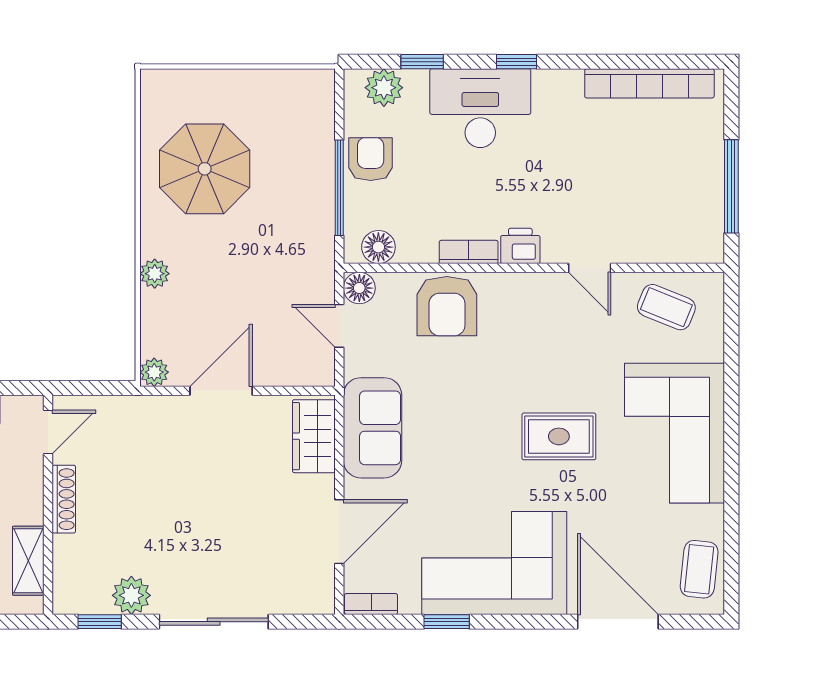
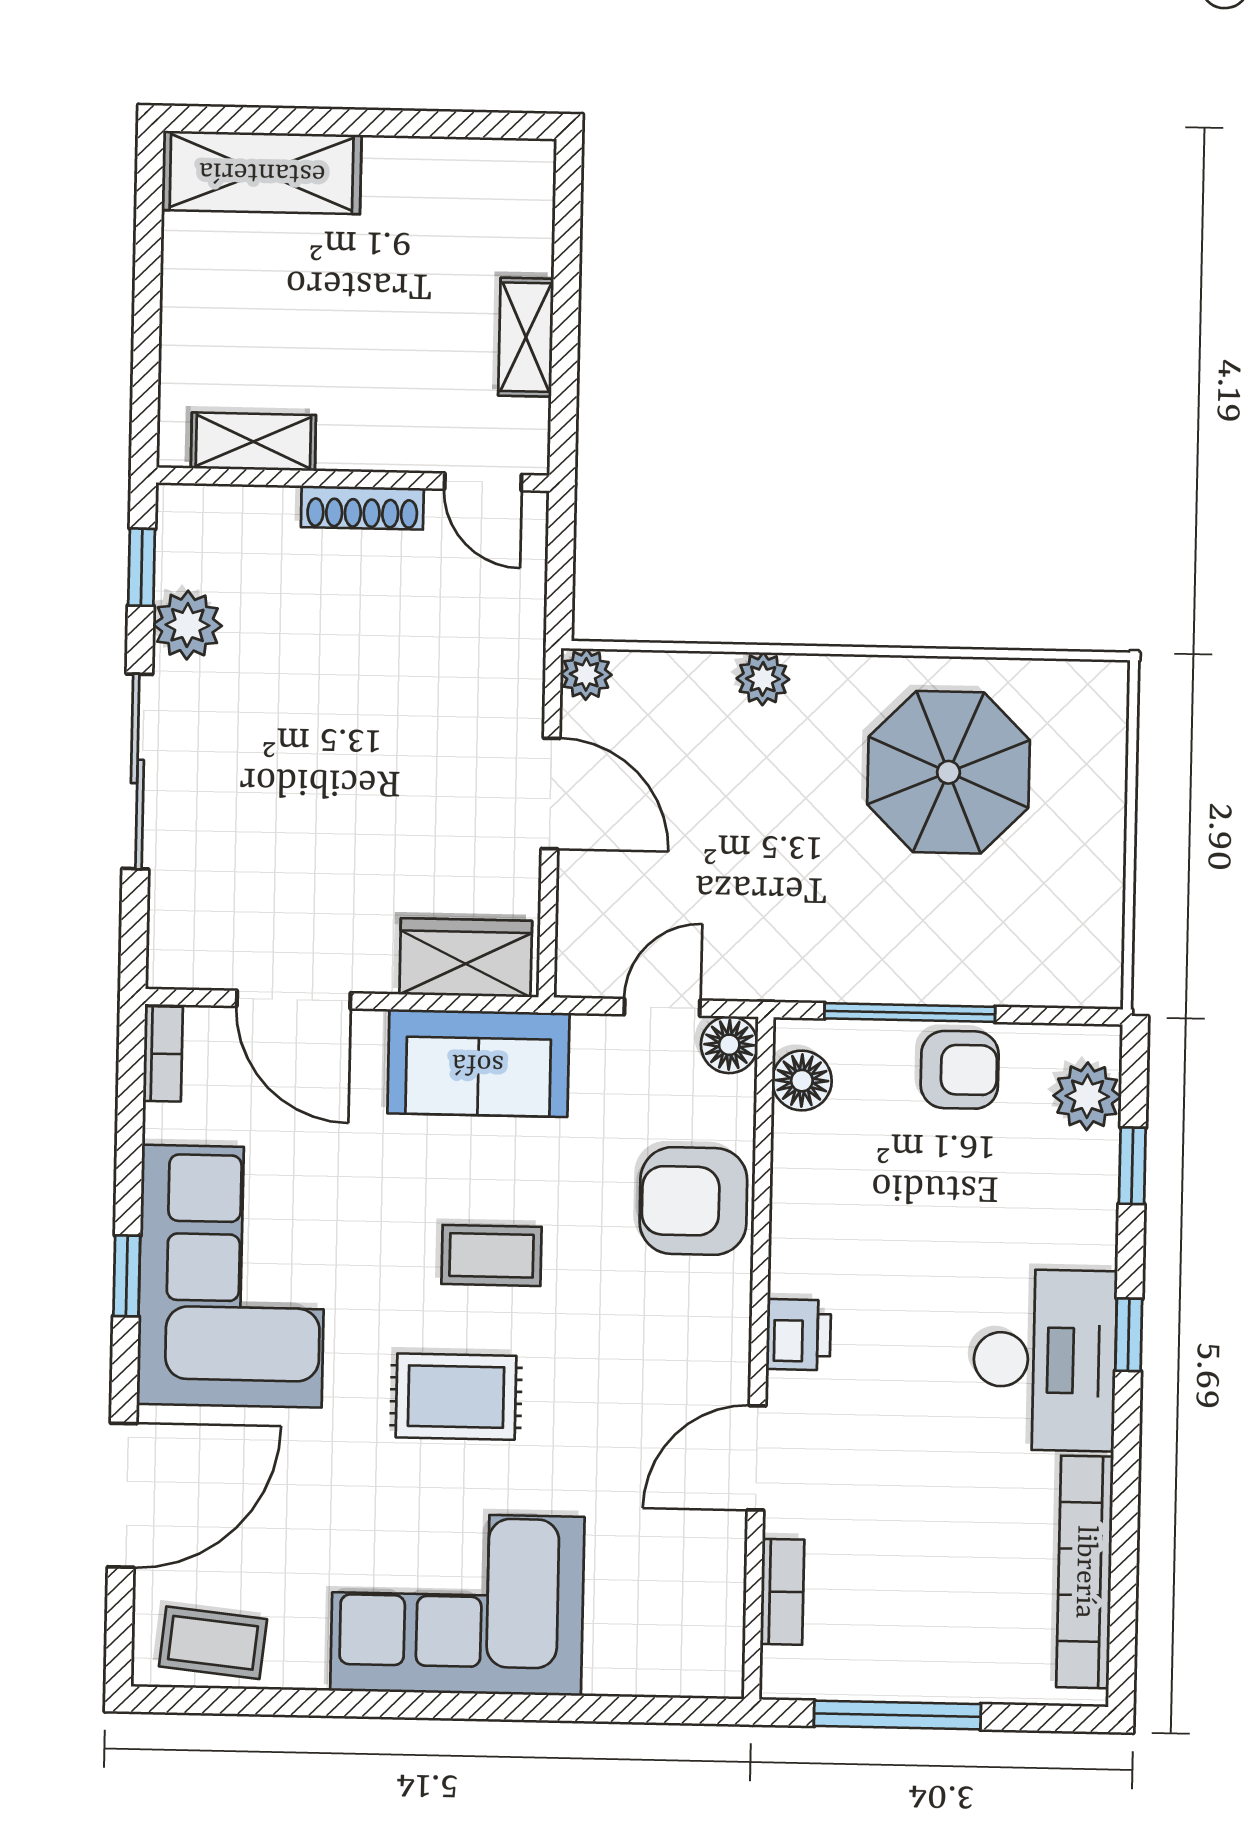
desk: (480, 108) -> (1045, 1360), moved
bookcase: (469, 252) -> (782, 1592), moved
door: (590, 268) -> (757, 1458), width x1.38
coffee table: (666, 307) -> (492, 1255), moved, turned 68
rug: (559, 436) -> (456, 1397), turned 90
window: (447, 622) -> (127, 1276), moved

